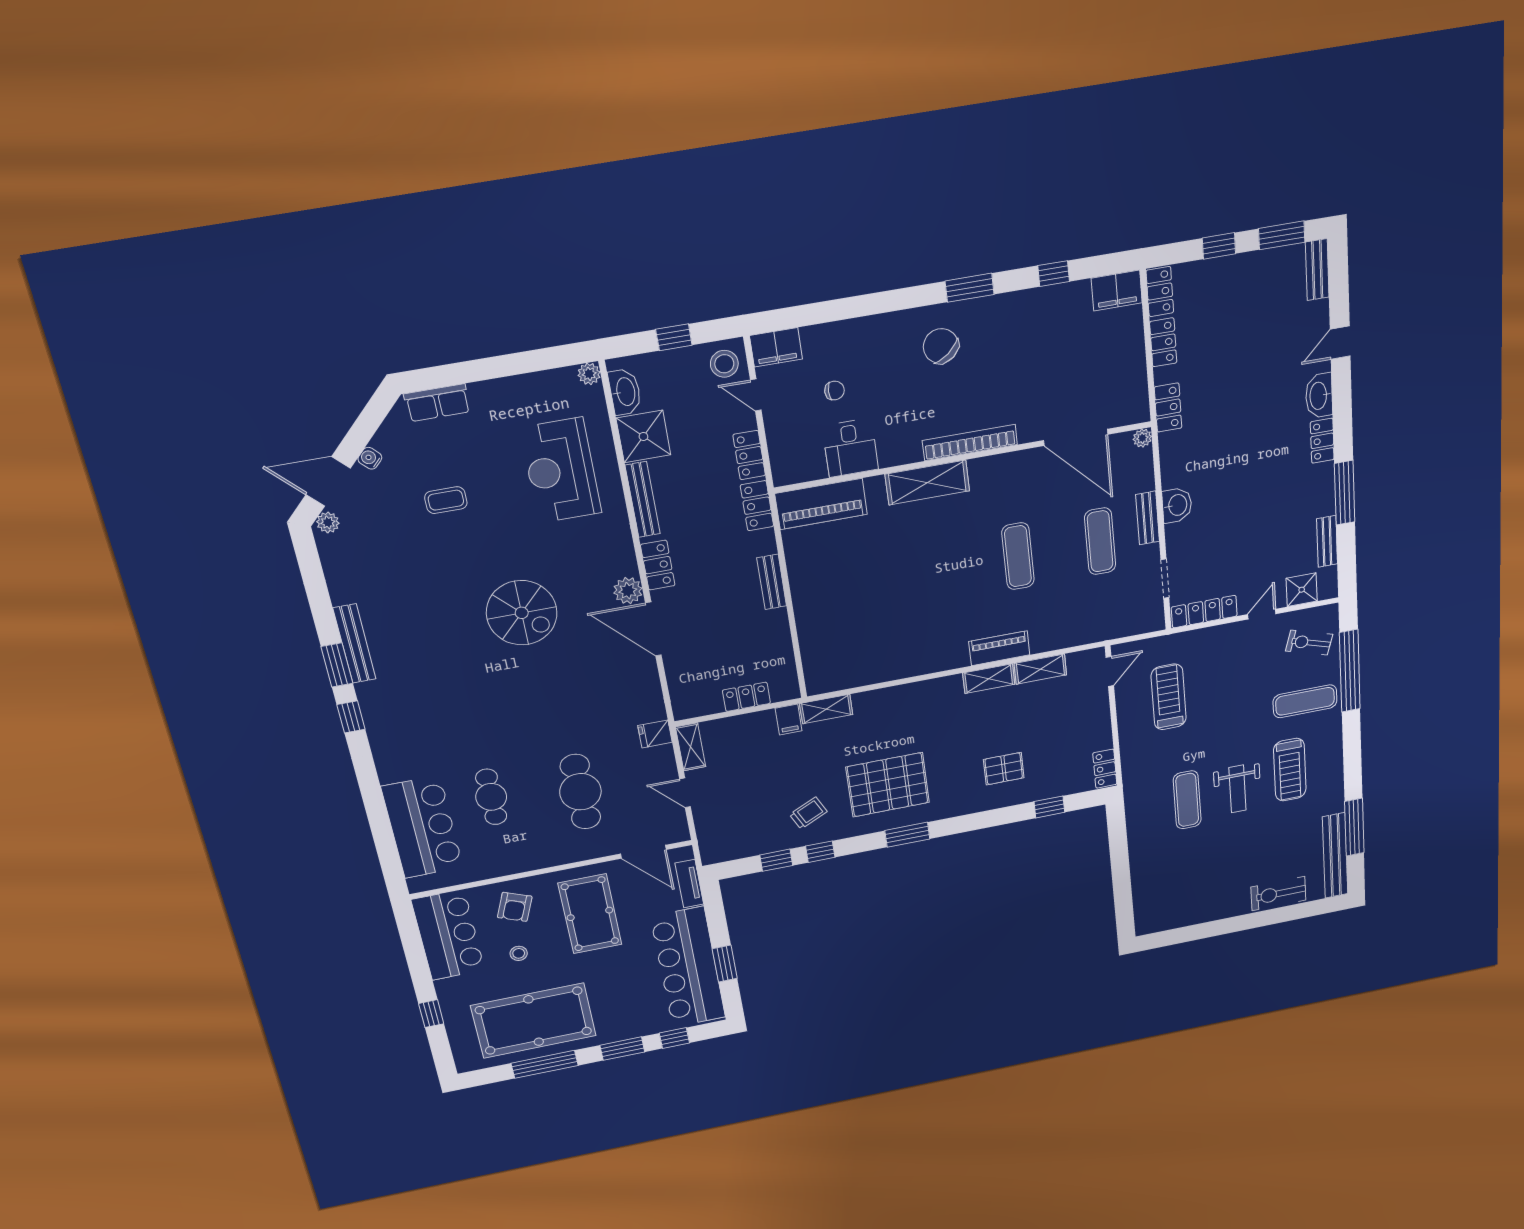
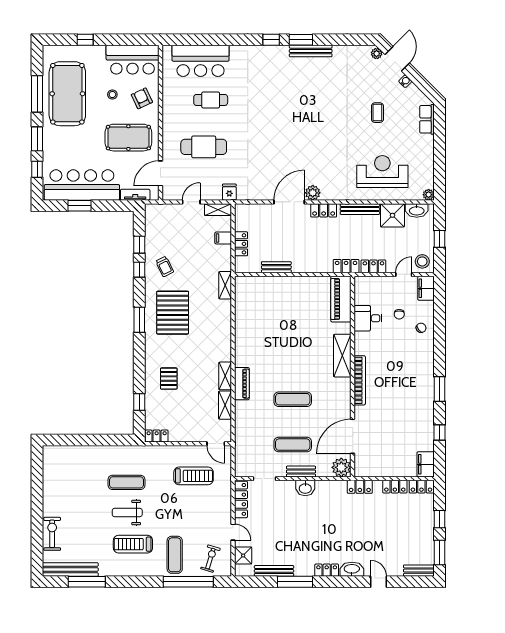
chair: (941, 346) -> (421, 328), moved, width x0.54, depth x0.54
plant: (1142, 438) -> (341, 467), width x1.87, depth x1.87
bench: (1327, 541) -> (274, 571), width x1.36
bench: (772, 582) -> (276, 267), moved
spiral stairs: (522, 613) -> (311, 137), removed
filing cabinet: (789, 719) -> (223, 238), moved
armchair: (515, 907) -> (142, 98), turned 43

